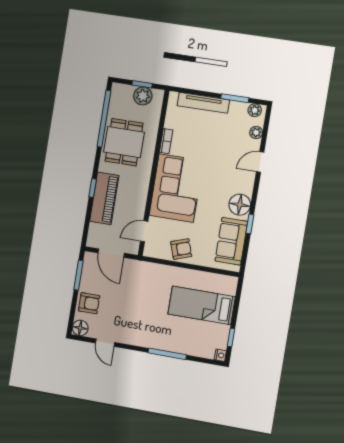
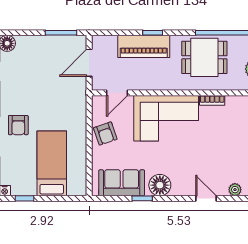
door: (144, 231) -> (117, 93), swing flipped
armchair: (89, 303) -> (18, 125), moved

